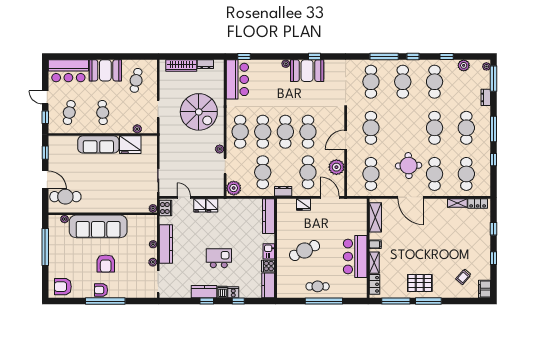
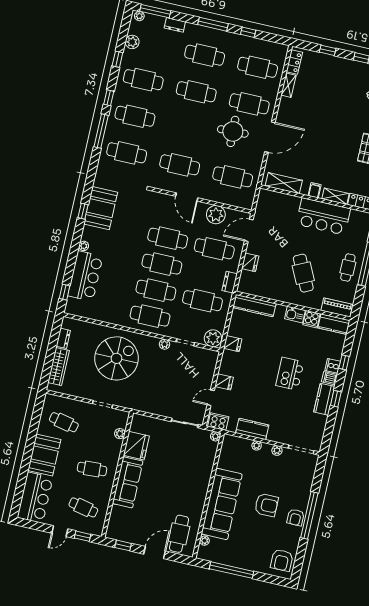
booth: (307, 71) -> (101, 208), moved
bar counter: (237, 79) -> (85, 276), moved, turned 90
fridge: (212, 205) -> (233, 344), moved
kitchen counter: (166, 244) -> (252, 429), width x0.67
piano: (282, 285) -> (337, 307), added

